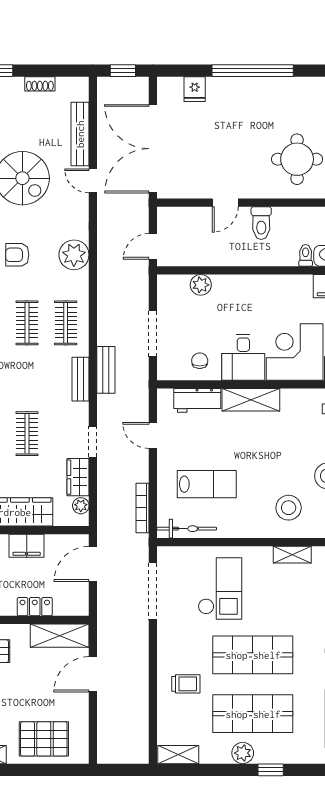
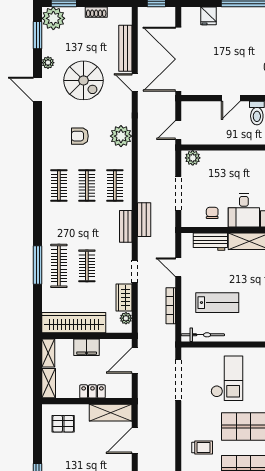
plant: (201, 285) -> (193, 158), moved
bookcase: (142, 508) -> (171, 306), moved

